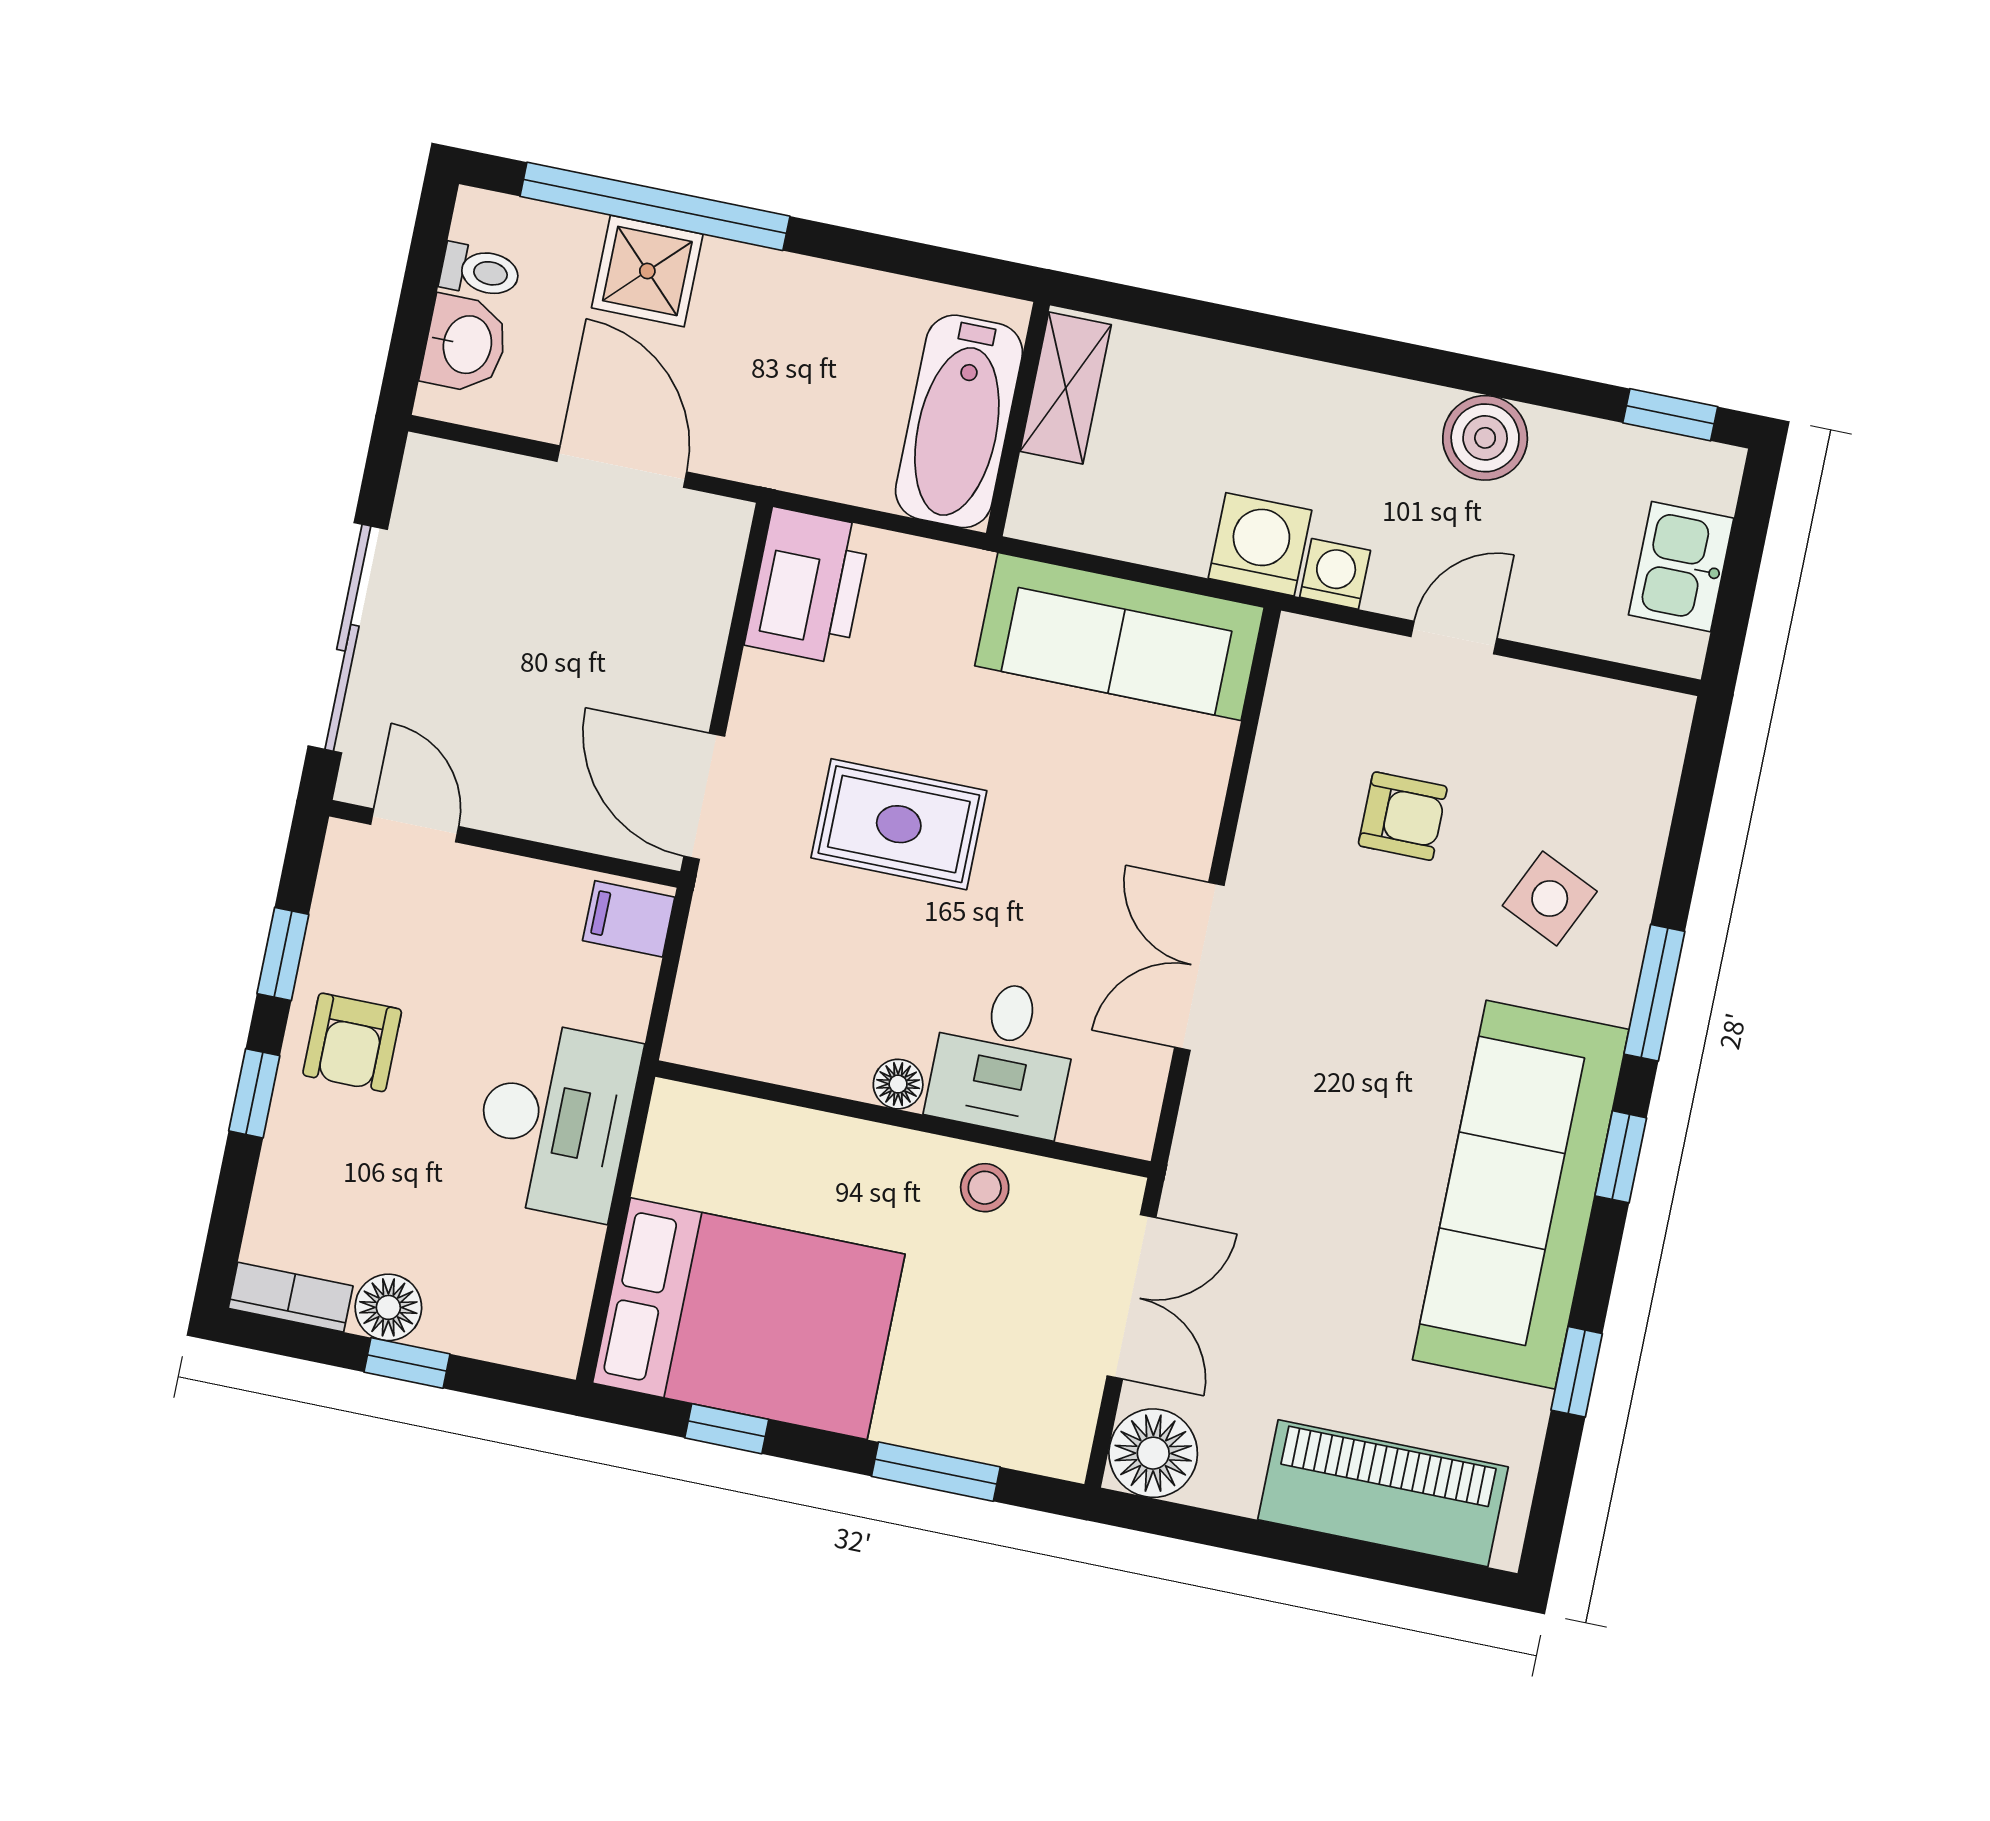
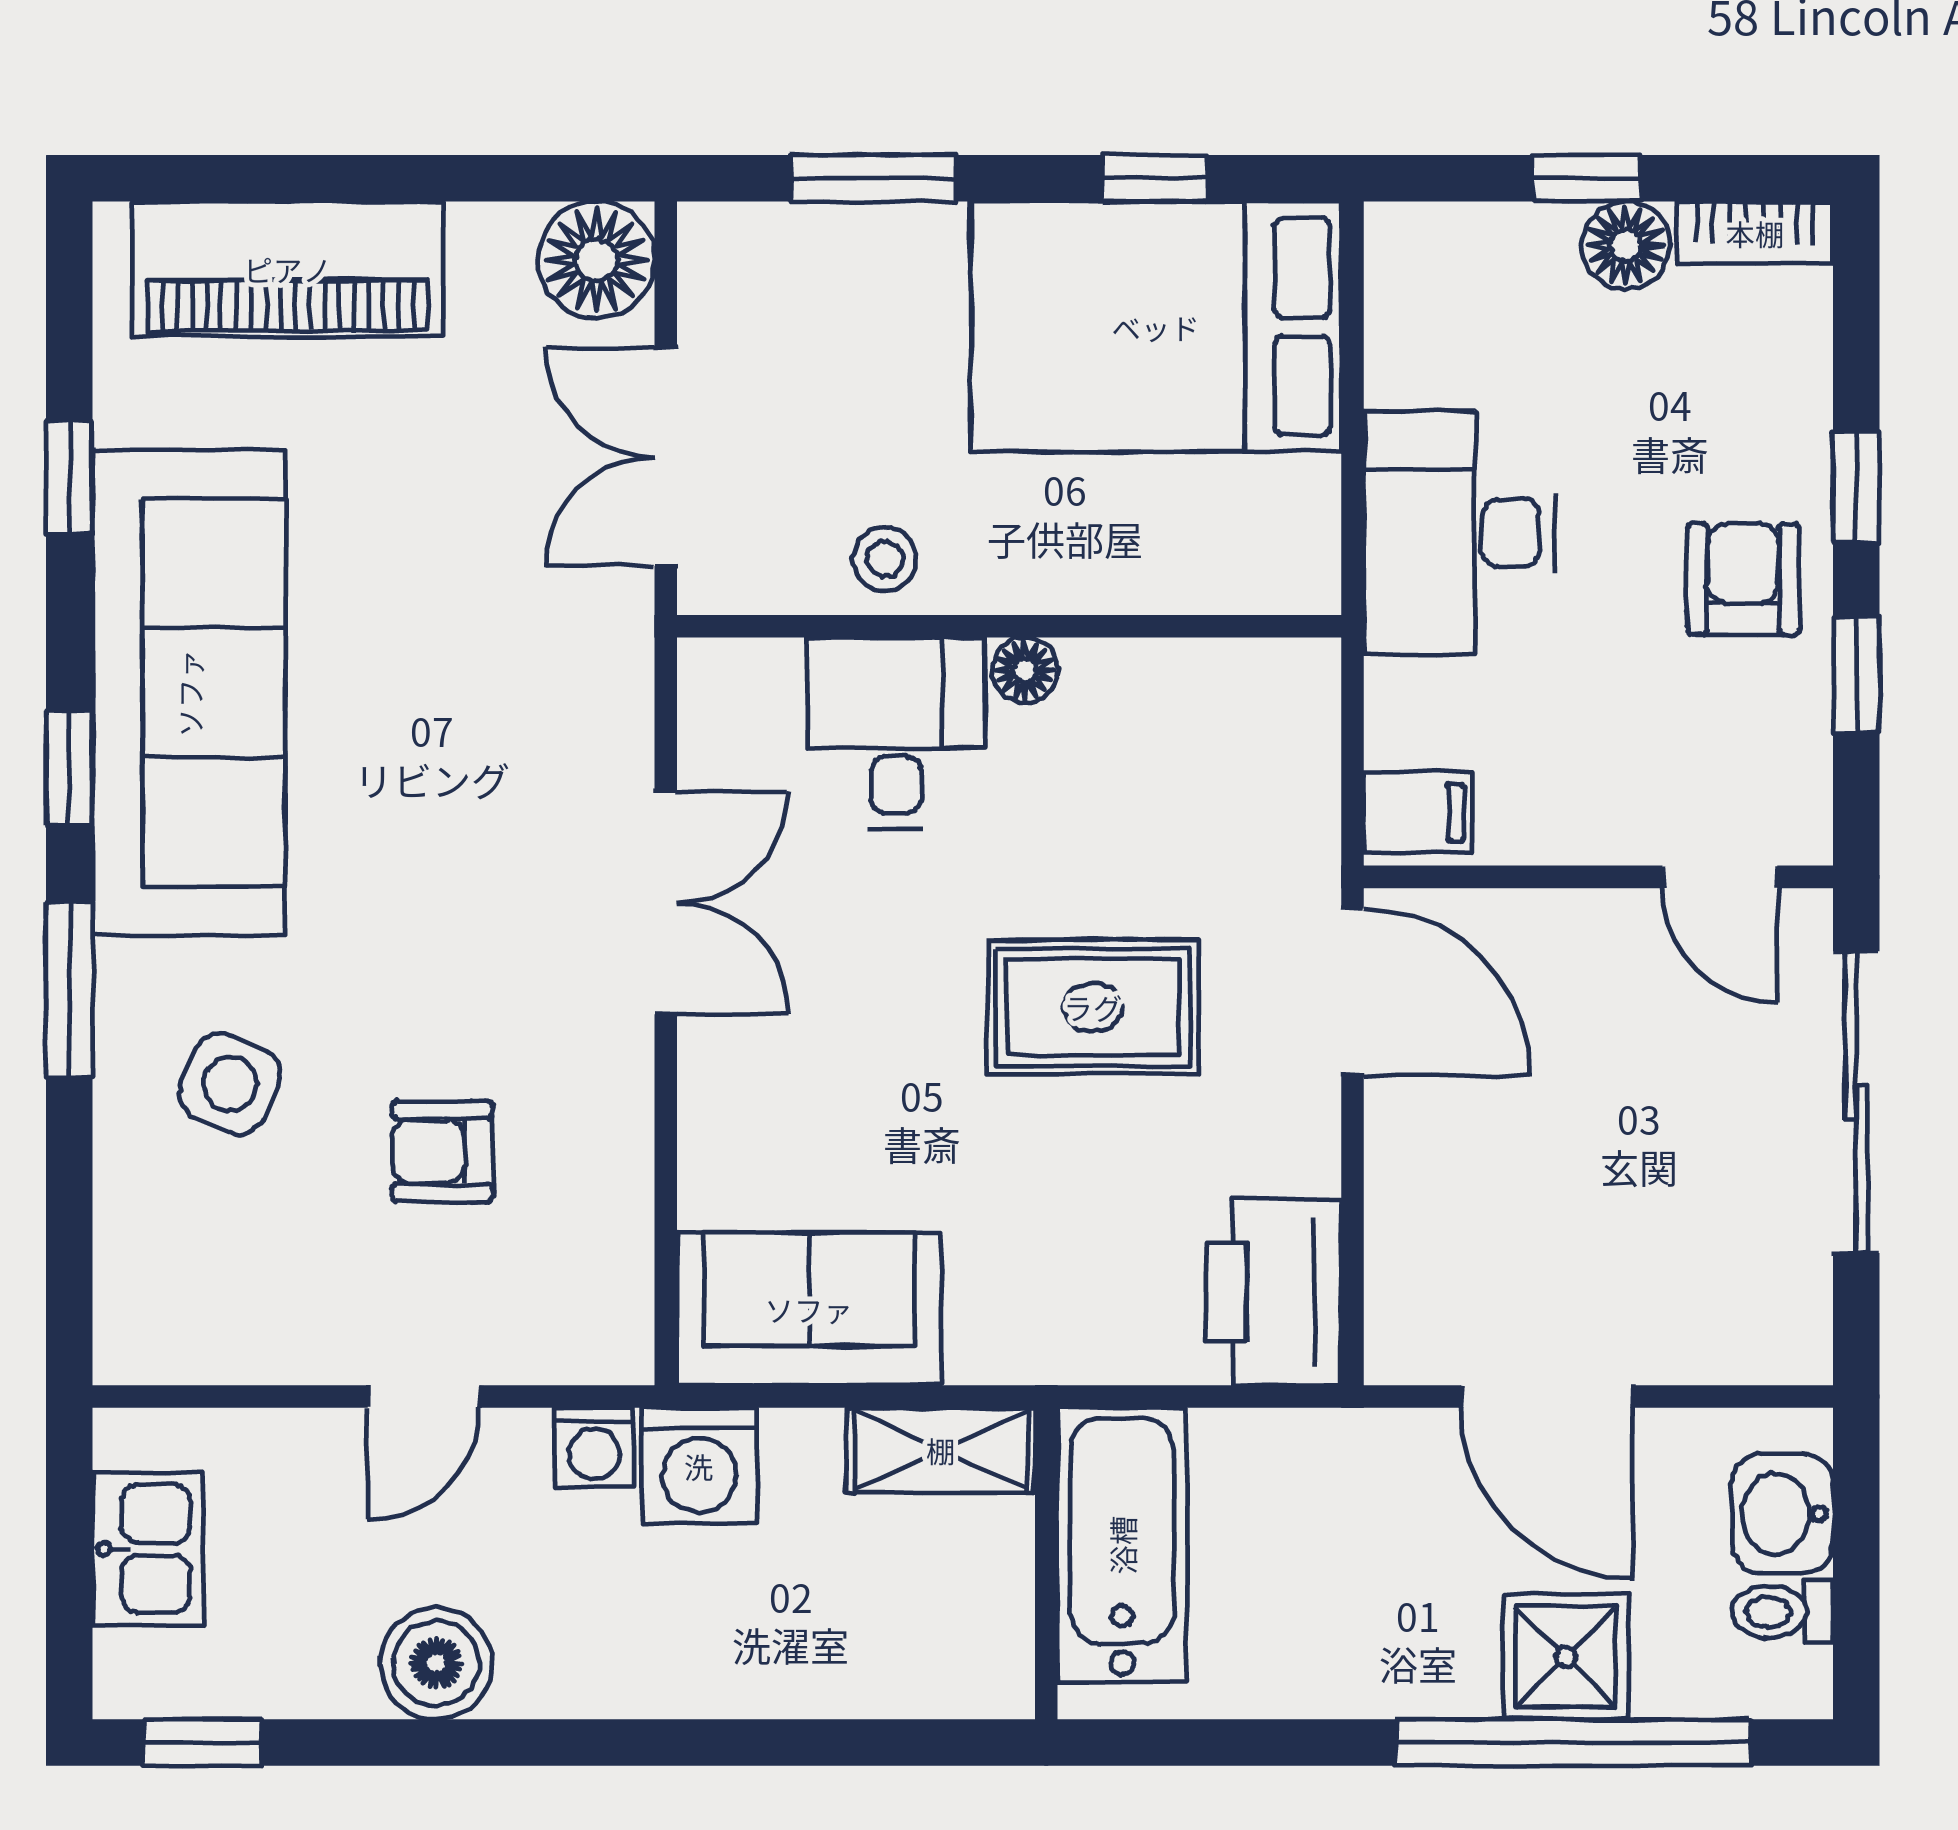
shelving: (1066, 388) -> (941, 1450), moved, turned 90
sofa: (1120, 637) -> (809, 1309), width x0.73

